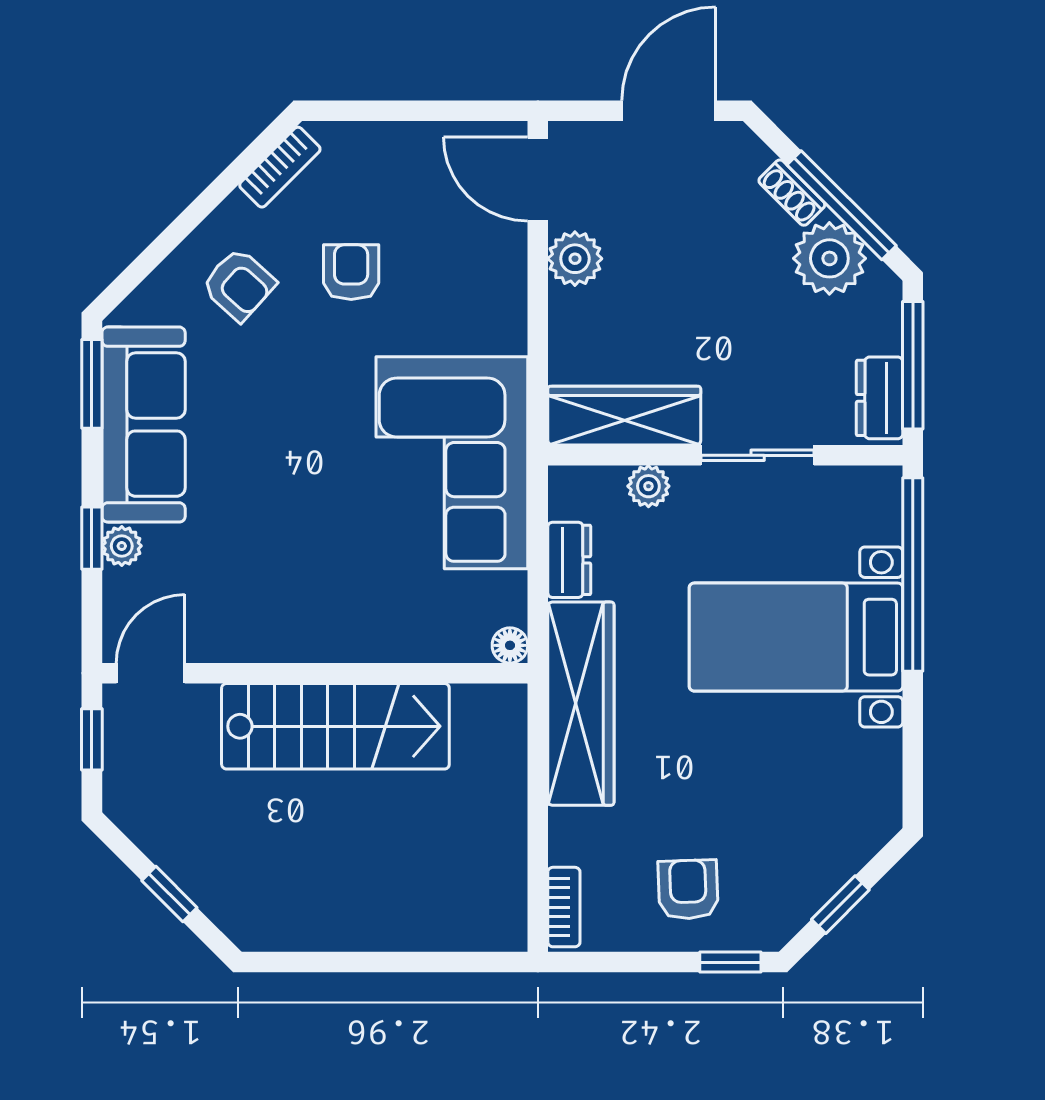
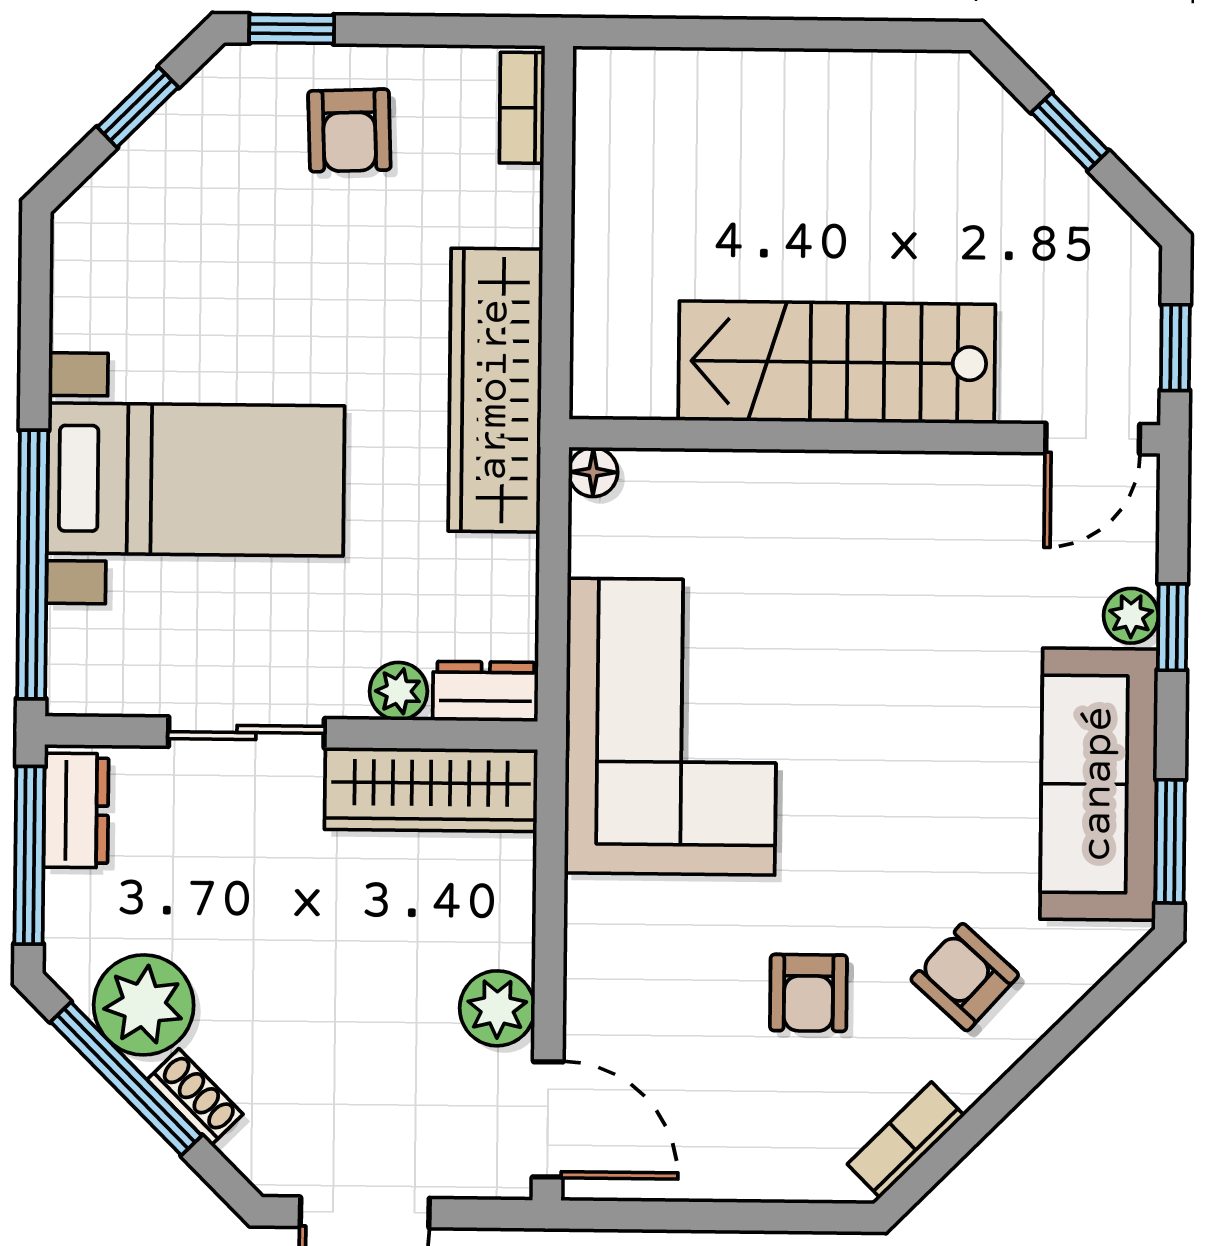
dresser: (569, 560) -> (486, 691), moved, turned 90

